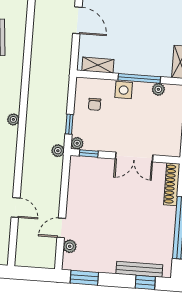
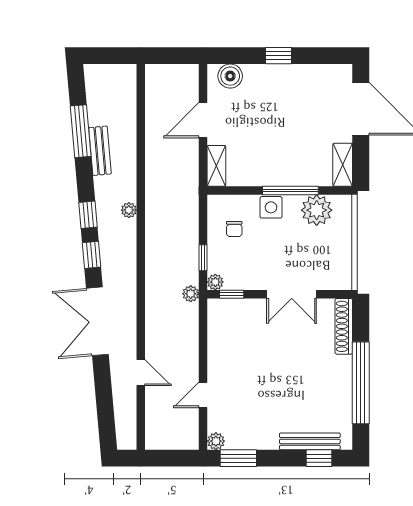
door: (77, 20) -> (203, 120), swing flipped
shelving: (98, 65) -> (216, 166), moved, turned 90
plant: (158, 89) -> (317, 210), width x1.87, depth x1.87
plant: (13, 119) -> (129, 210), moved
plant: (70, 246) -> (216, 441), moved

